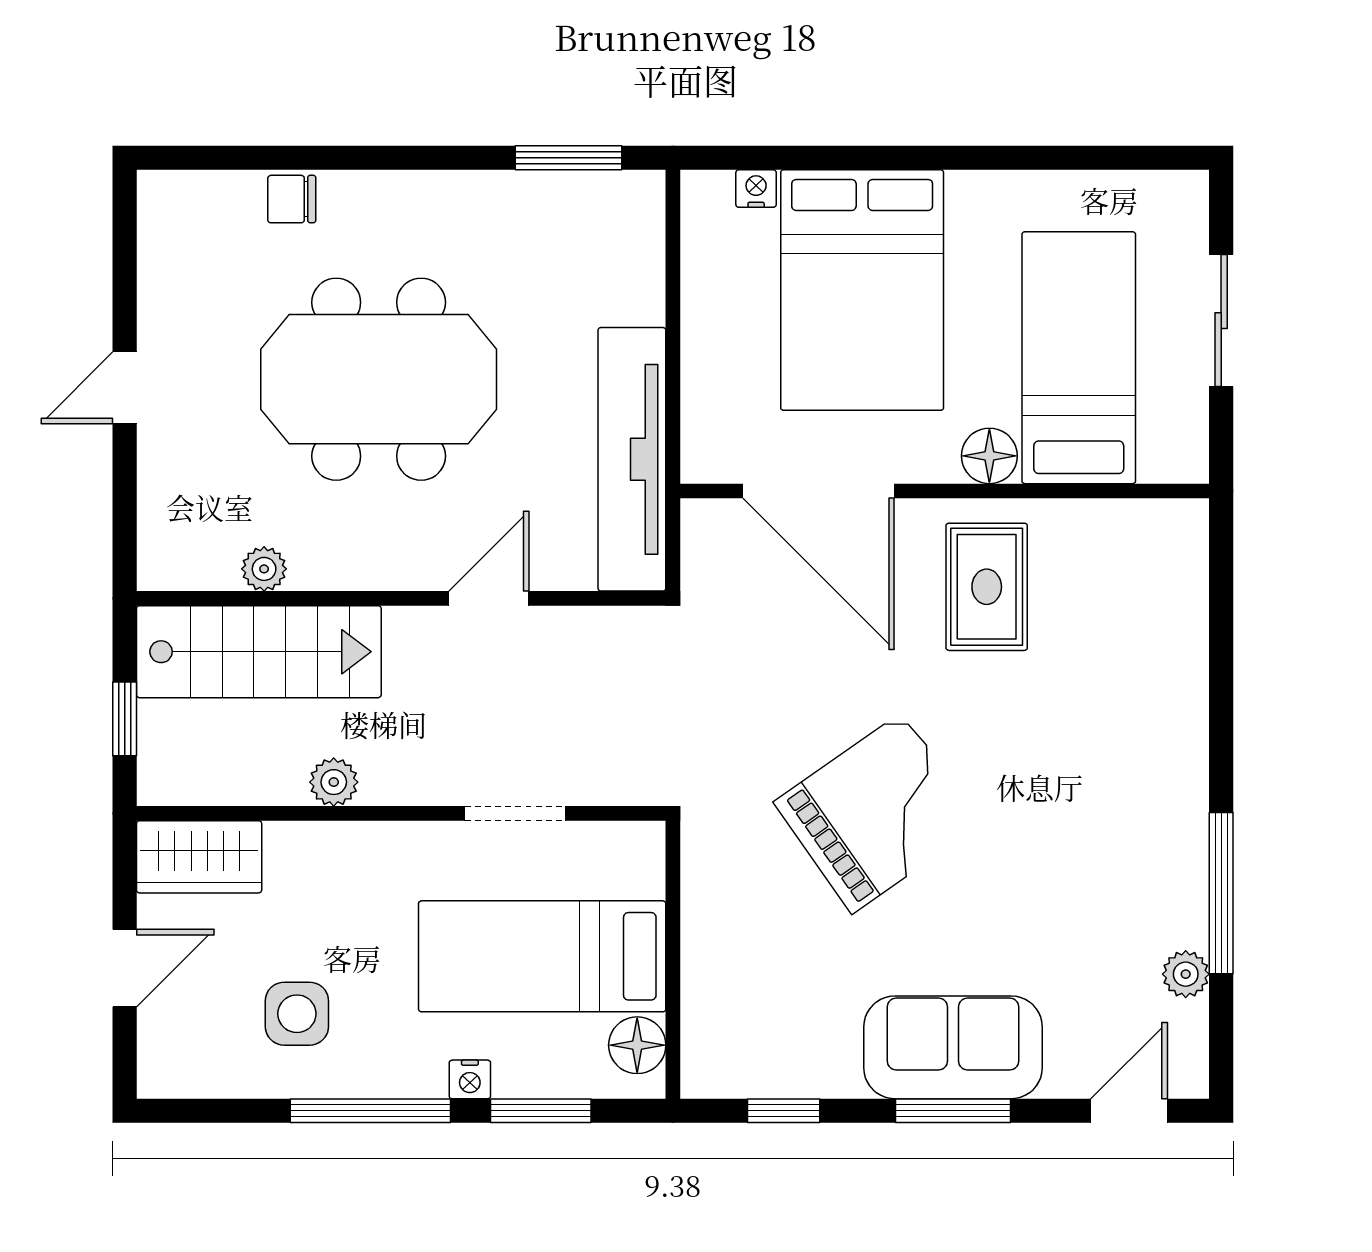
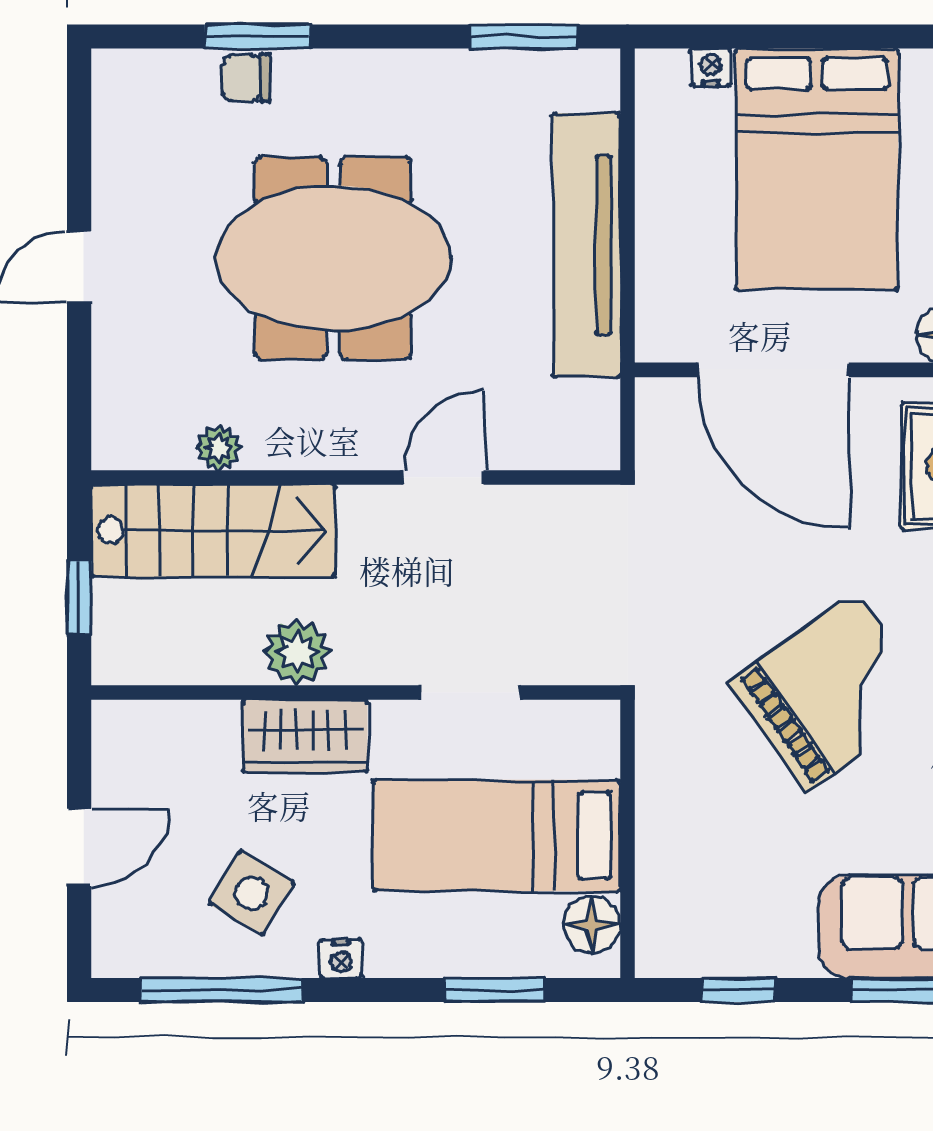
window: (303, 158) -> (257, 37), added
tv unit: (632, 459) -> (587, 245), moved
plant: (334, 782) -> (297, 652), width x1.38, depth x1.38
wardrobe: (199, 857) -> (305, 736), moved
side table: (297, 1014) -> (251, 893), turned 31
nightstand: (470, 1079) -> (341, 959), moved
window: (370, 1111) -> (221, 990), moved

